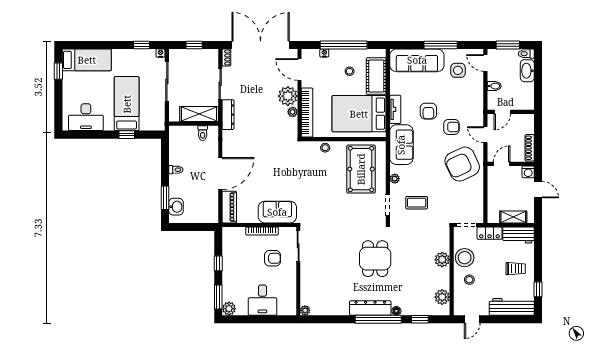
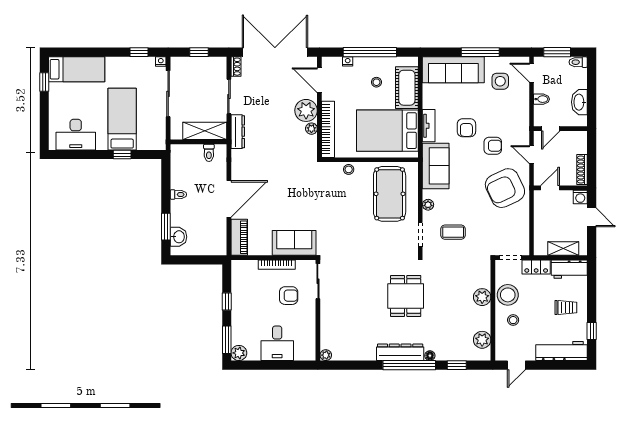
washbasin: (527, 71) -> (579, 102), moved

